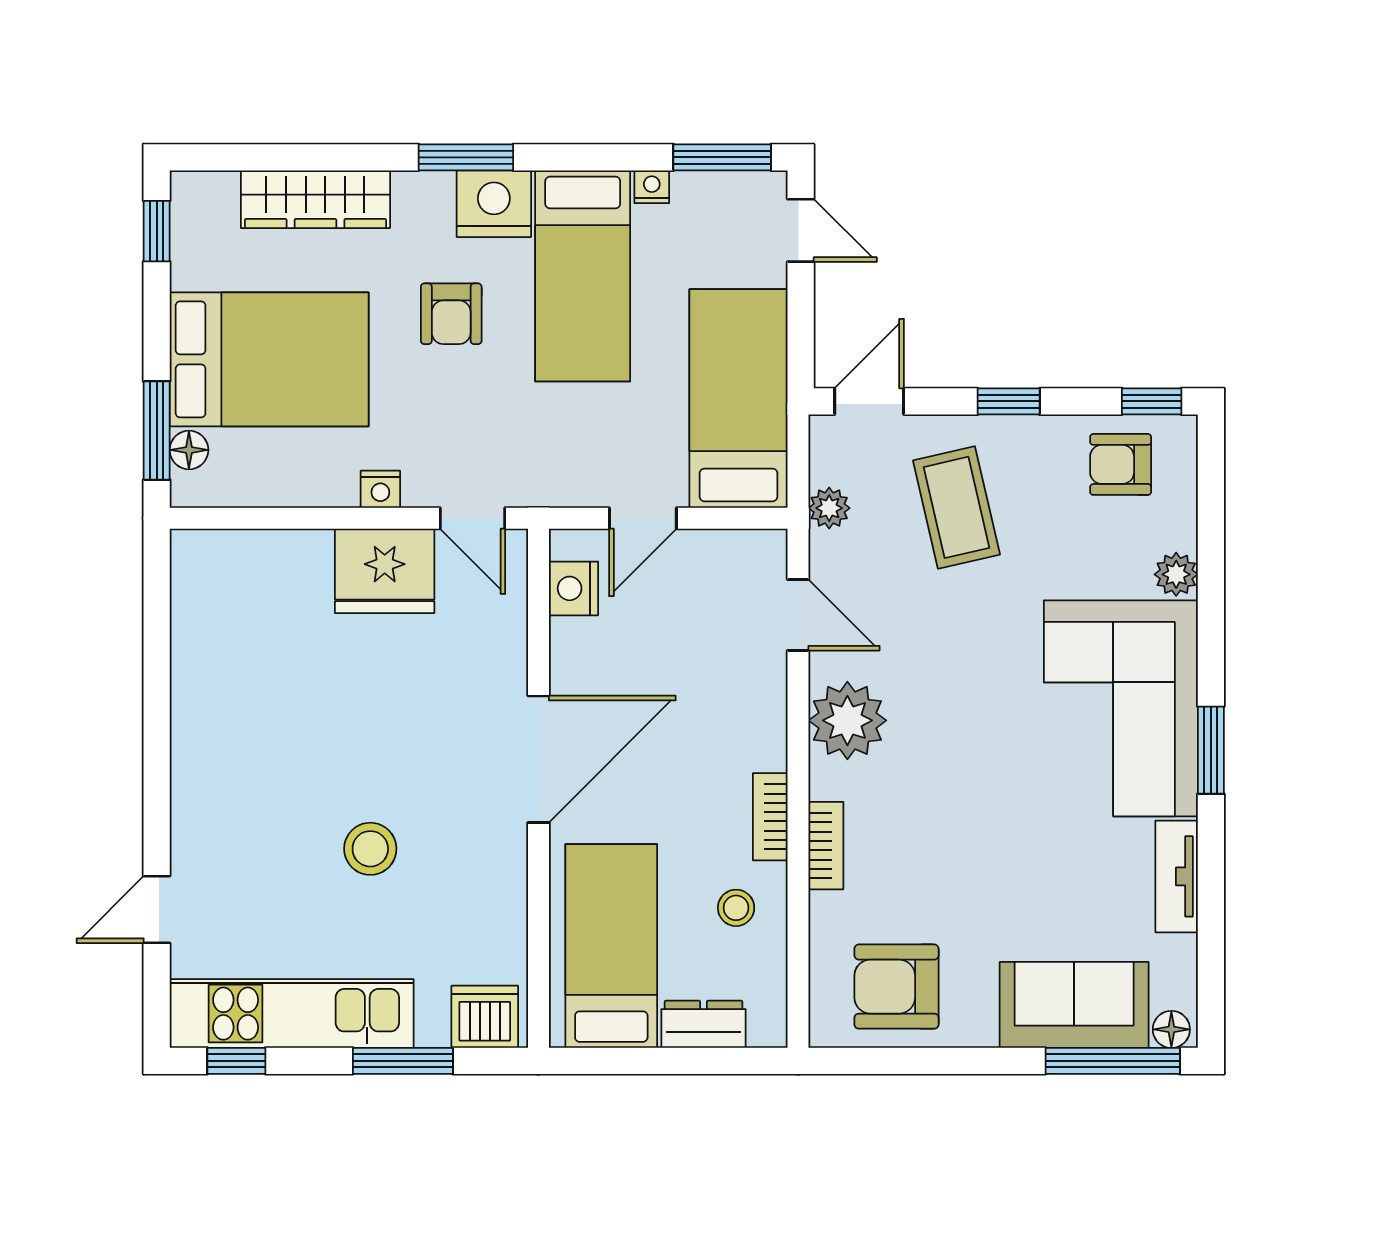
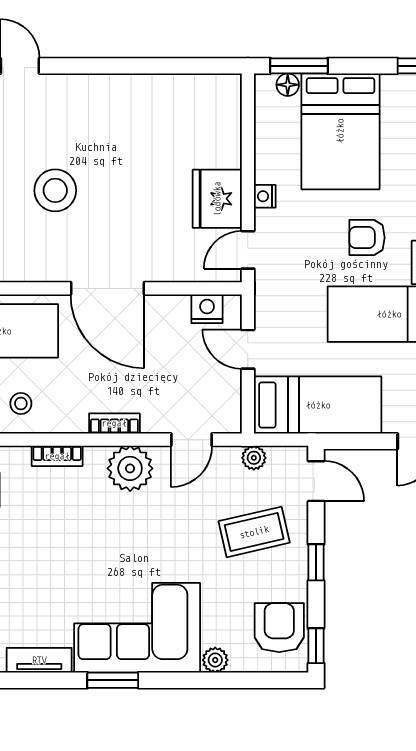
armchair: (1121, 464) -> (279, 628), width x1.38, depth x1.38
bookcase: (770, 817) -> (114, 423), moved
stool: (370, 849) -> (55, 190), width x1.38, depth x1.38

